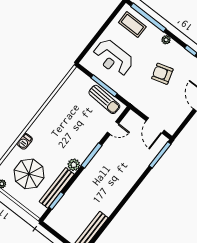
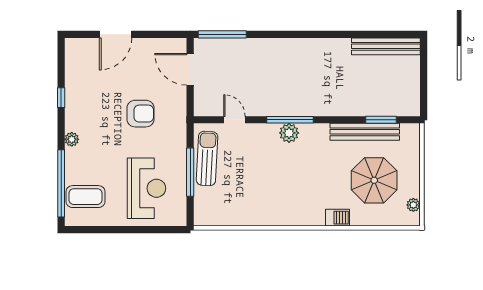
coffee table: (132, 25) -> (86, 197), turned 90
armchair: (162, 74) -> (140, 114), moved, turned -73
door: (155, 125) -> (190, 69), swing flipped
plant: (74, 165) -> (289, 133), moved

